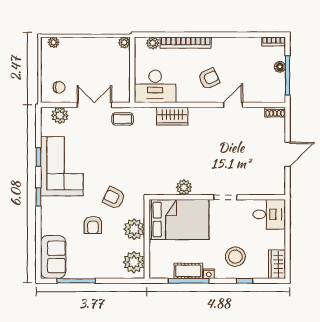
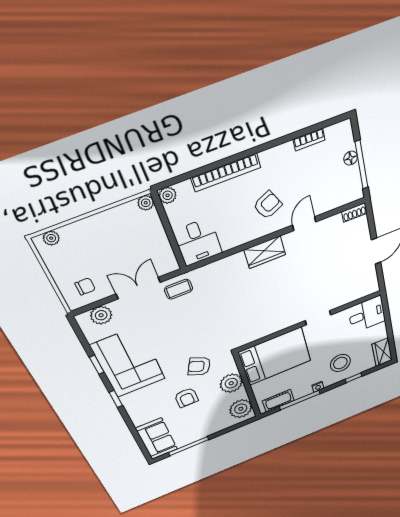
bookcase: (274, 41) -> (309, 140), moved
plant: (153, 43) -> (168, 195), moved
desk: (155, 86) -> (198, 242), width x0.73
wardrobe: (172, 116) -> (265, 252), moved
plant: (184, 187) -> (272, 327), removed
cot: (188, 271) -> (278, 401), moved

